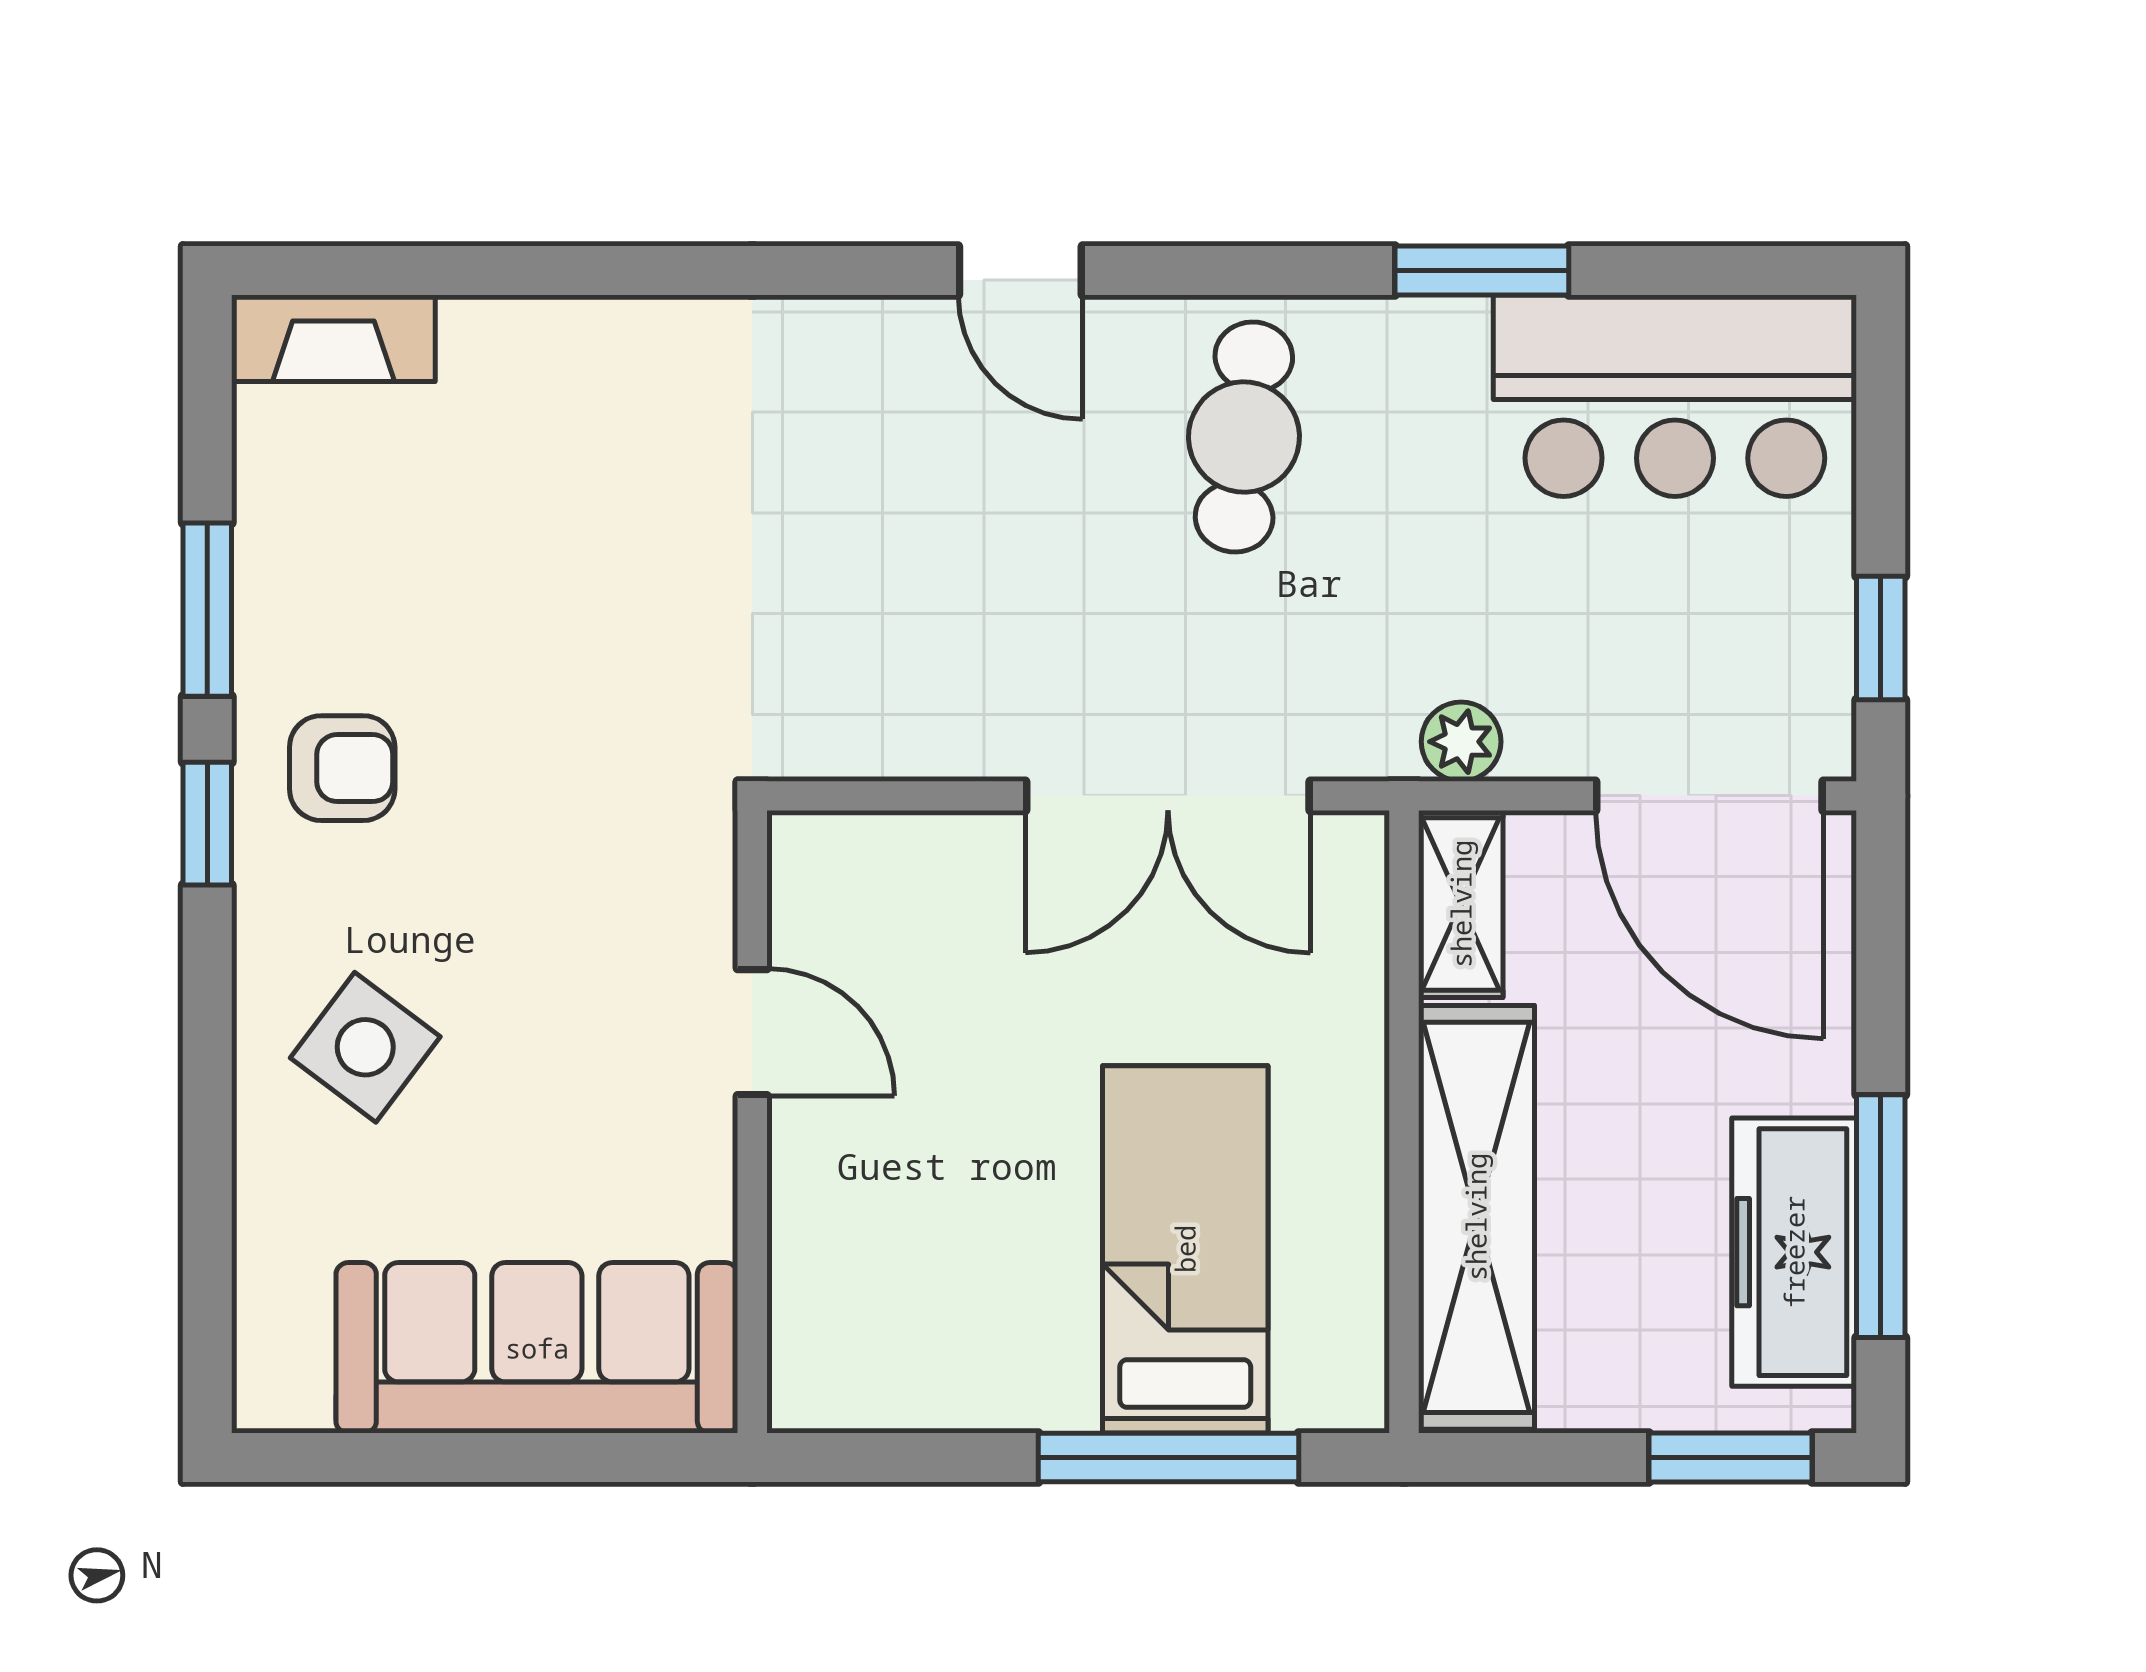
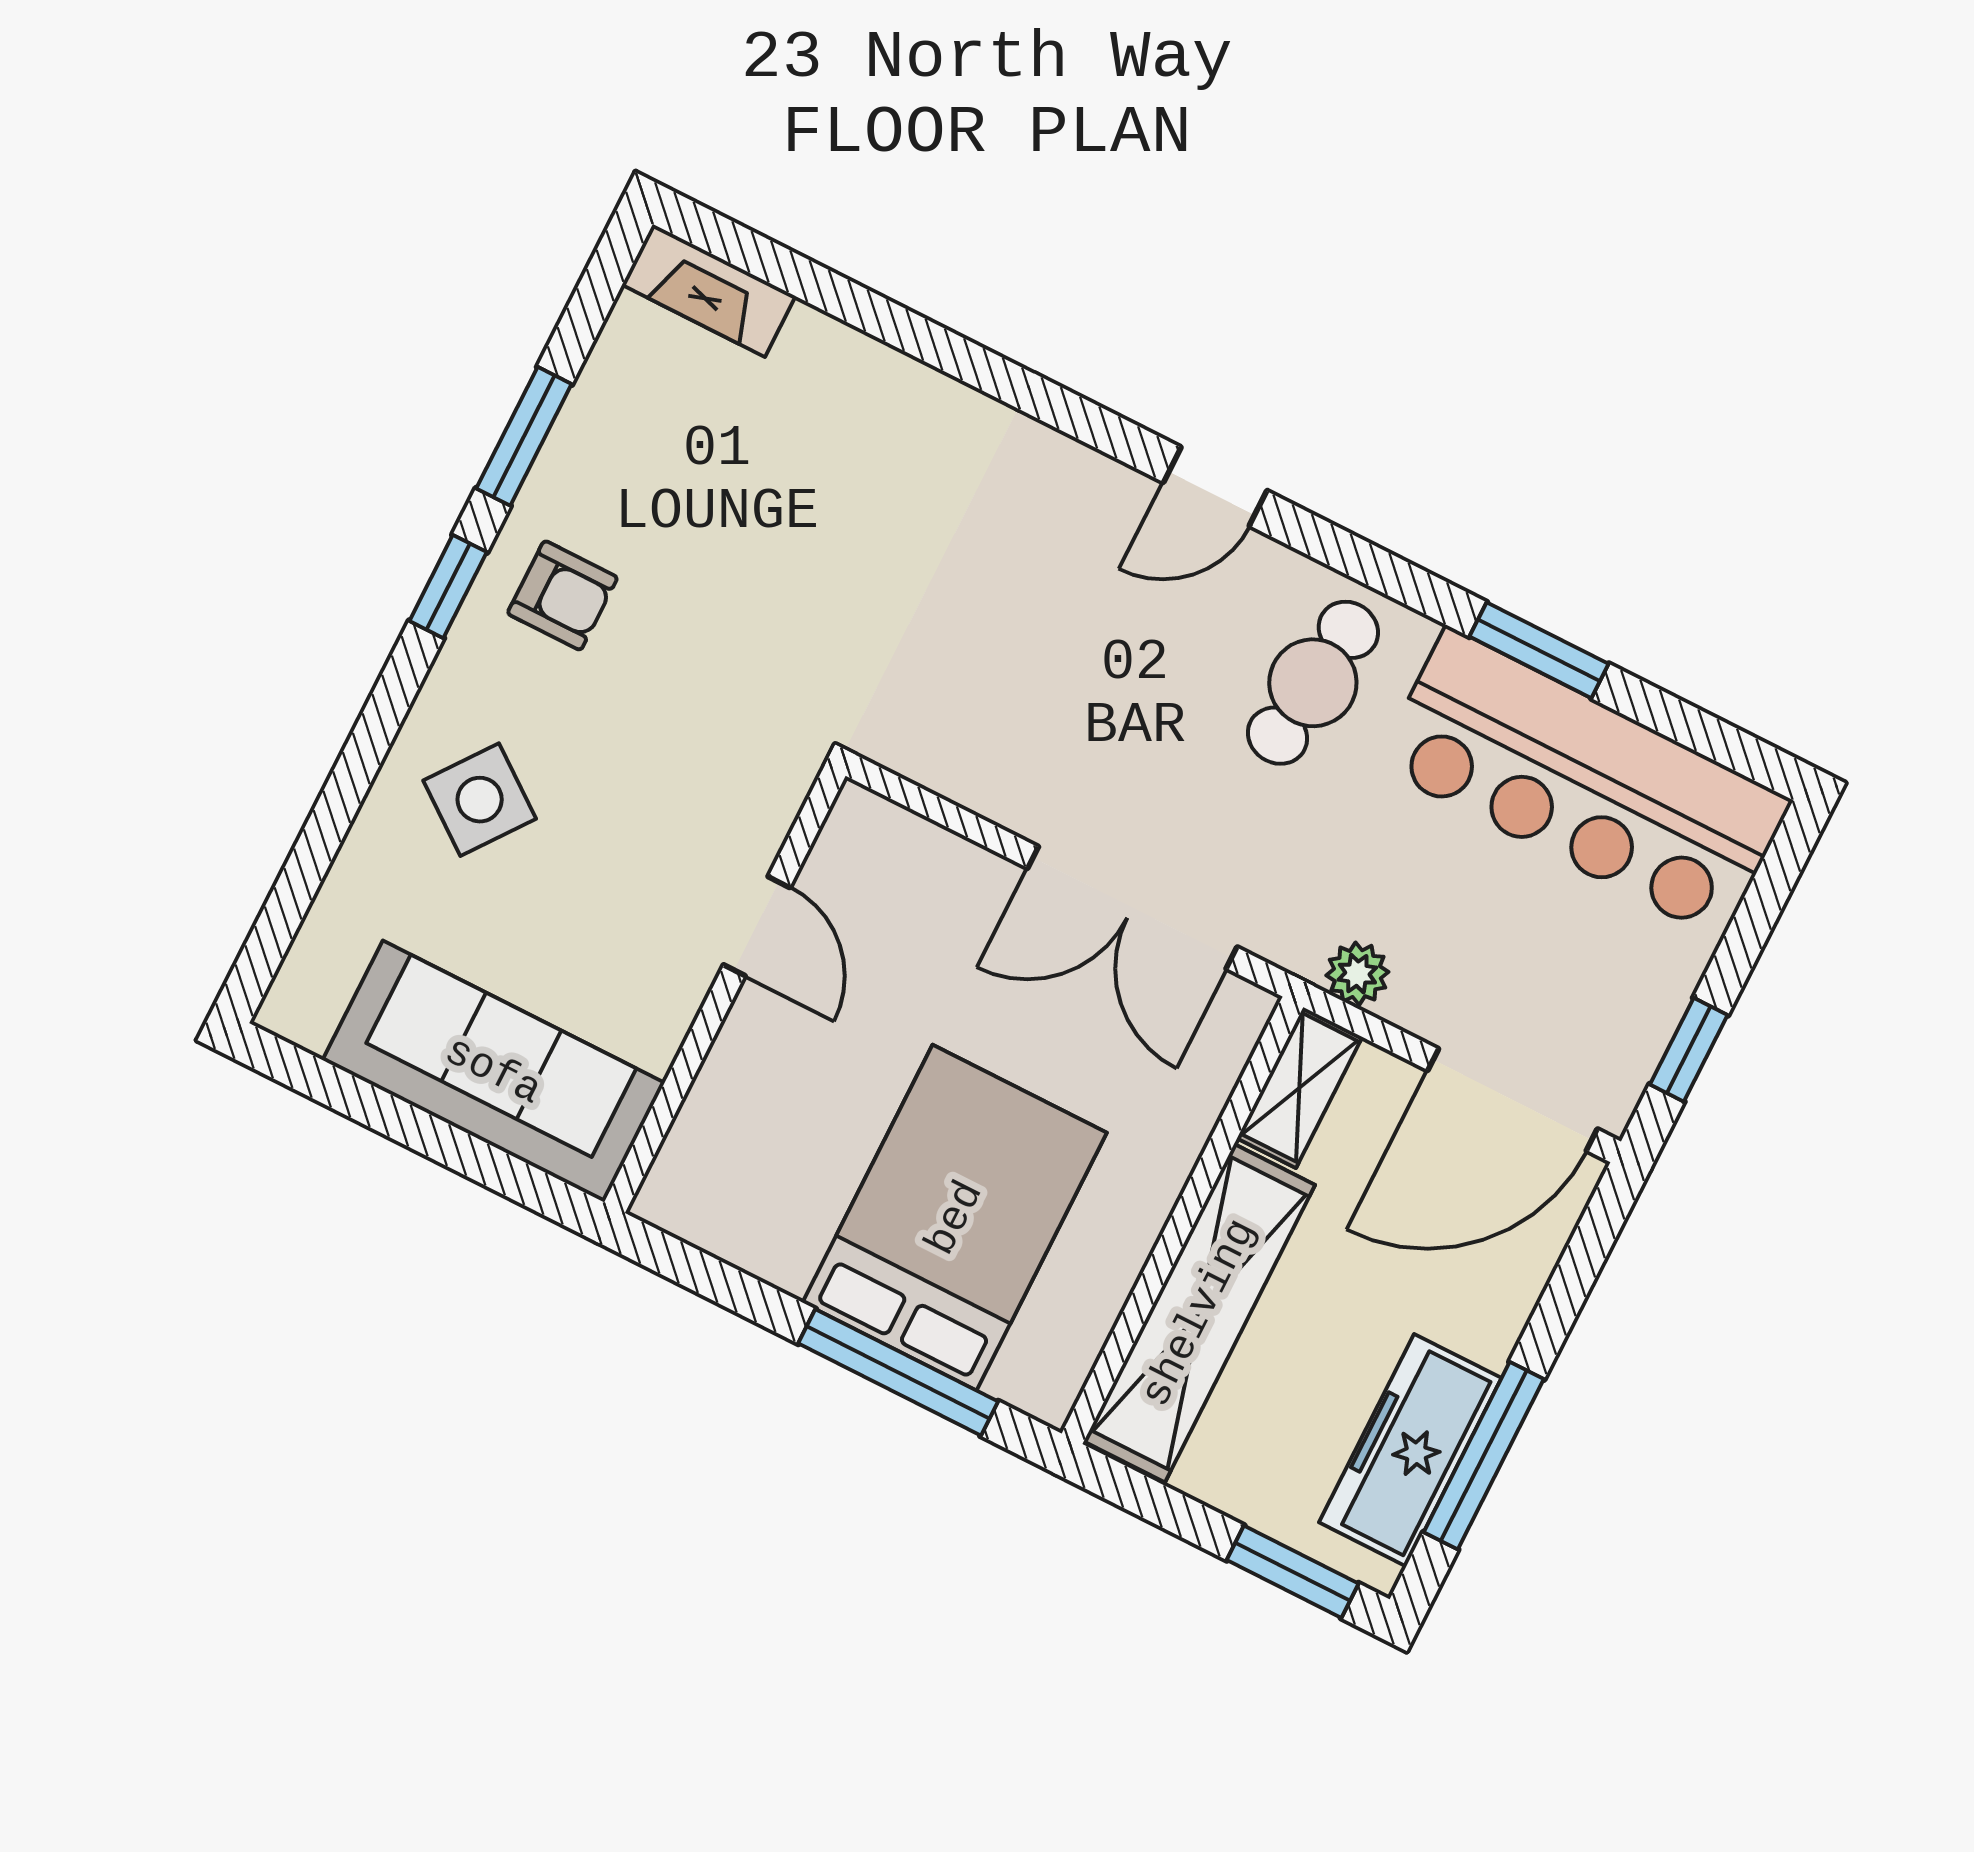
door: (1020, 270) -> (1215, 487), hinge flipped
bar counter: (1675, 396) -> (1584, 783), width x1.36
door: (1709, 796) -> (1512, 1100), hinge flipped
bed: (1185, 1249) -> (955, 1218), width x1.50

